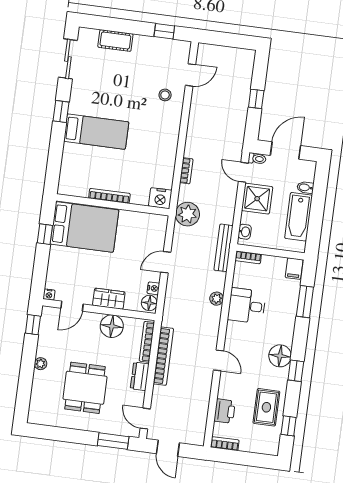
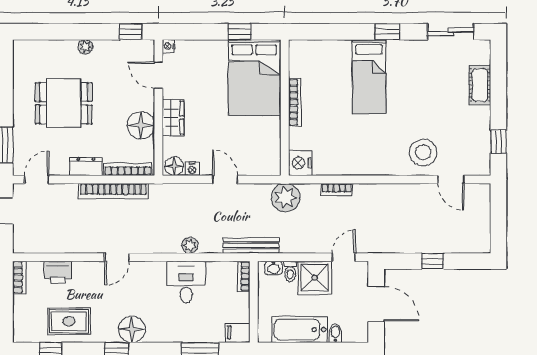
stool: (165, 95) -> (423, 152), width x1.89, depth x1.89
toilet: (257, 159) -> (290, 271), moved

